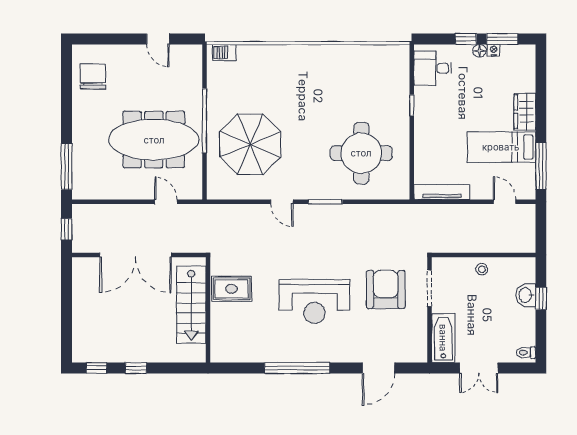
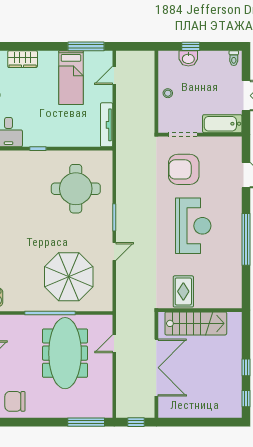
wardrobe: (525, 112) -> (23, 59), moved

